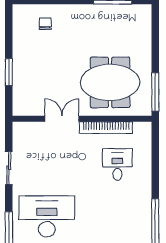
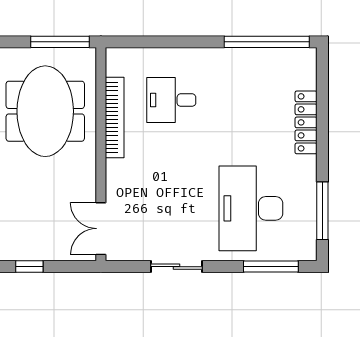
window: (9, 72) -> (29, 267), width x0.67
double door: (62, 119) -> (101, 229), moved

